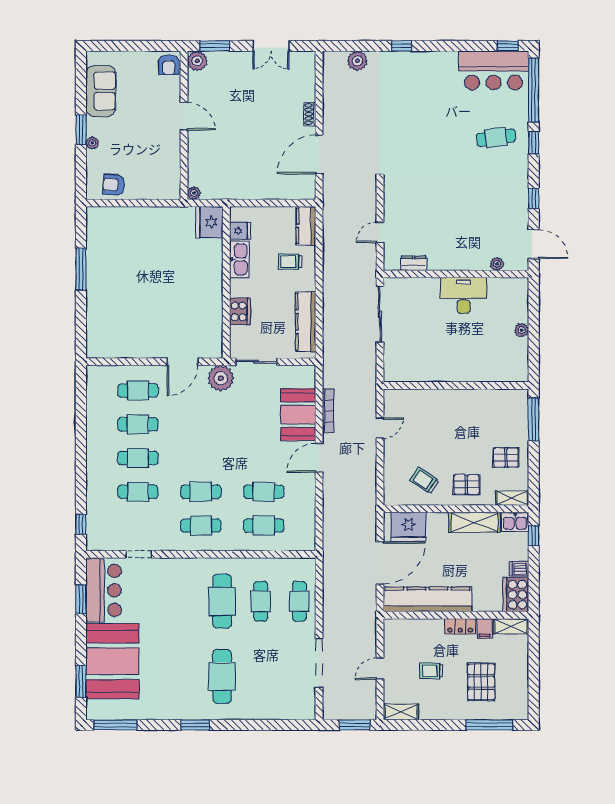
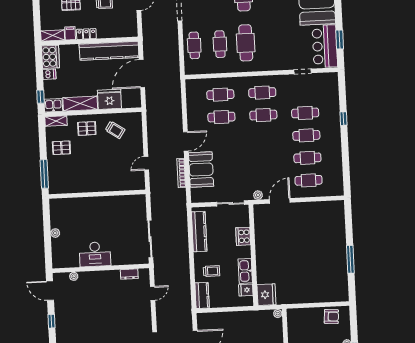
plant: (221, 378) -> (258, 195), width x0.53, depth x0.53
window: (81, 524) -> (344, 119), moved
fridge: (408, 527) -> (109, 99), moved

